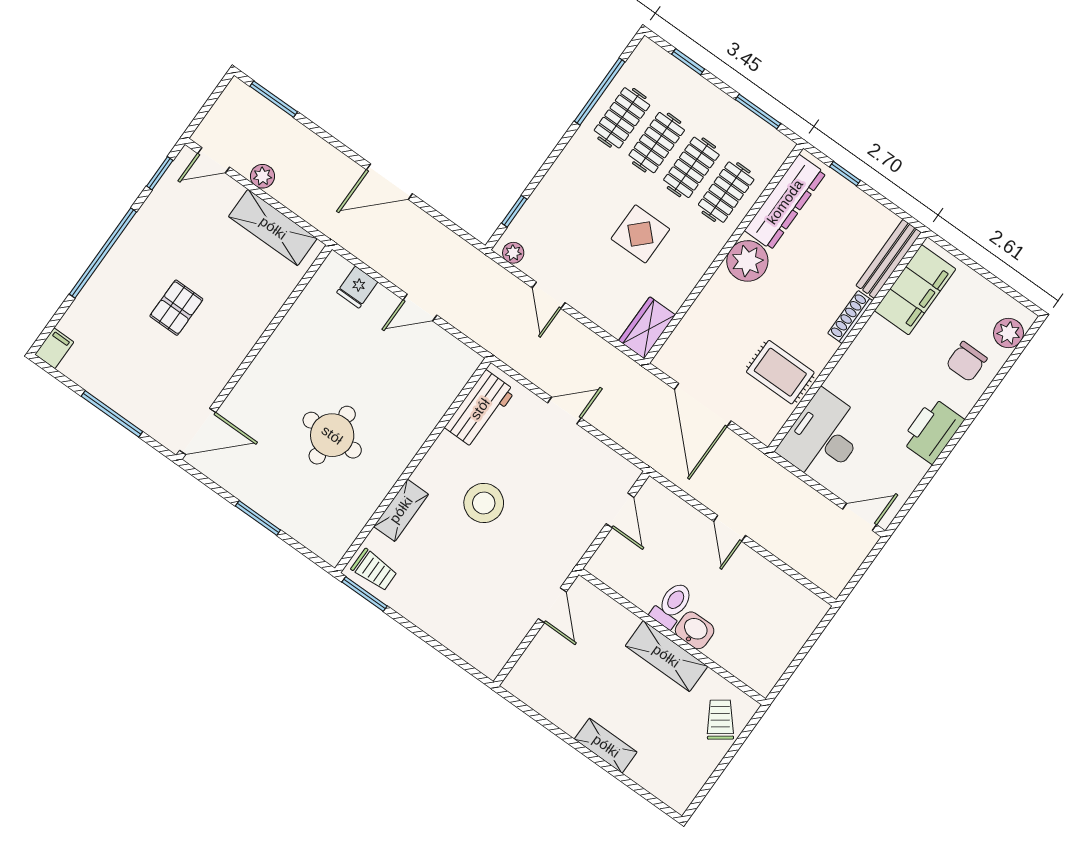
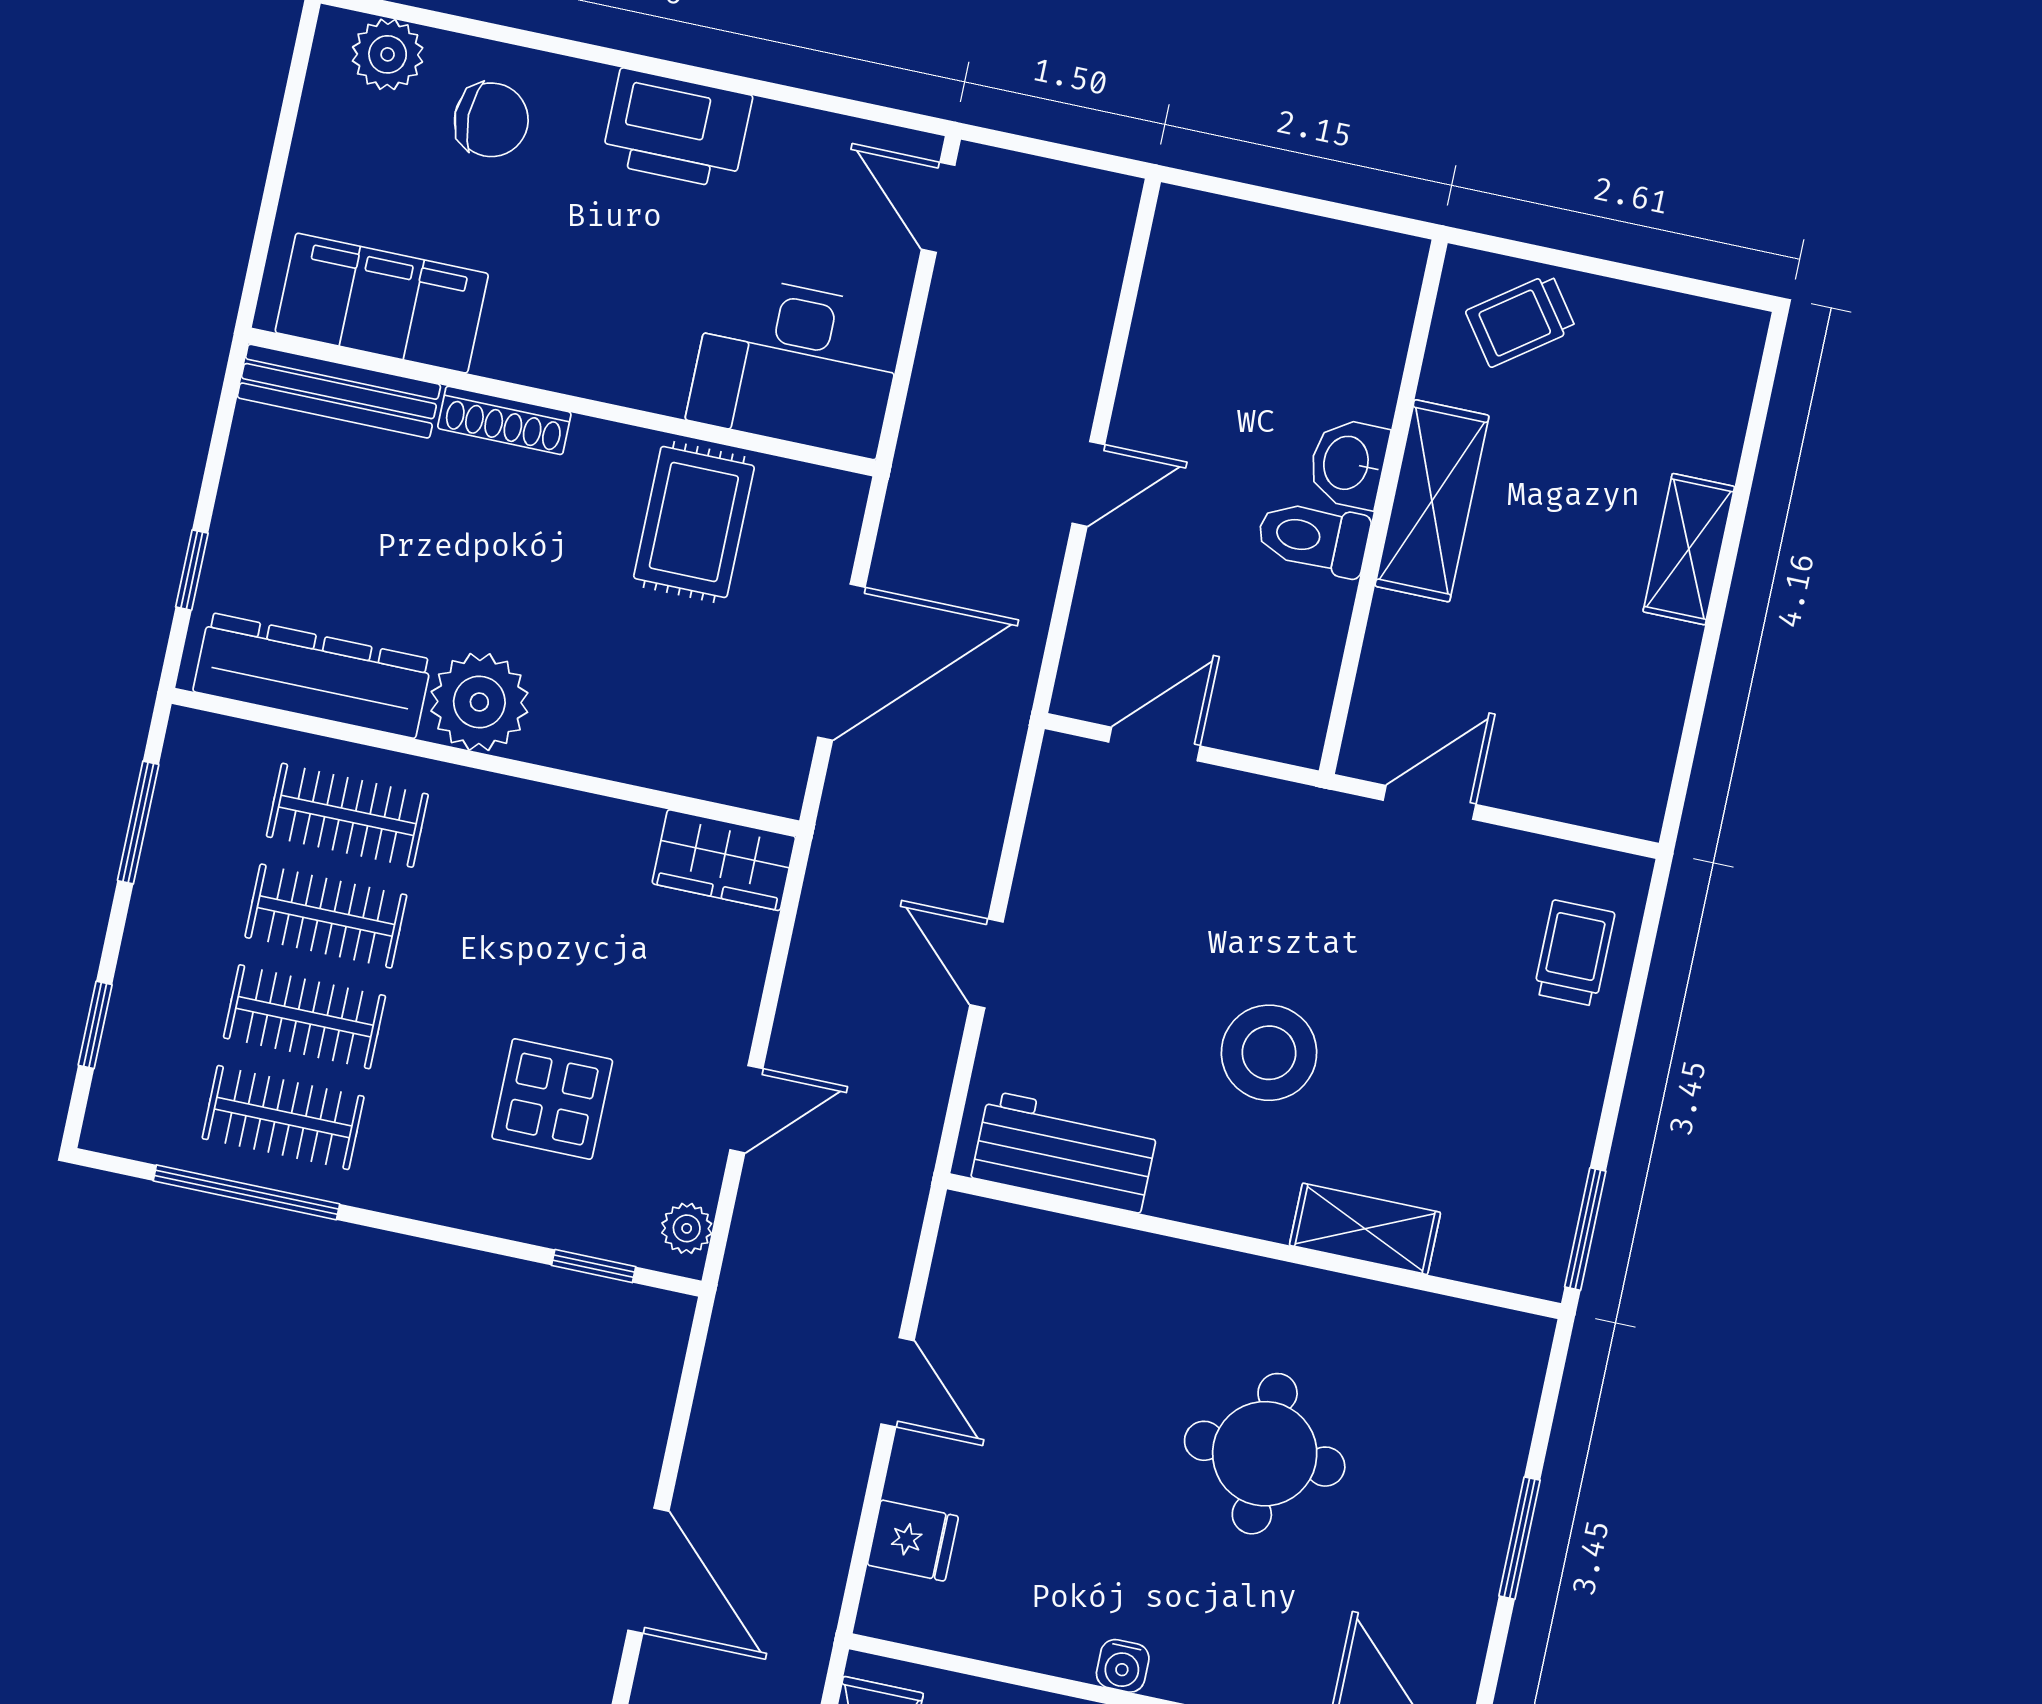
display table: (640, 234) -> (552, 1099), moved
water cooler: (275, 346) -> (1123, 1666), added
trolley: (374, 570) -> (1574, 953), moved

